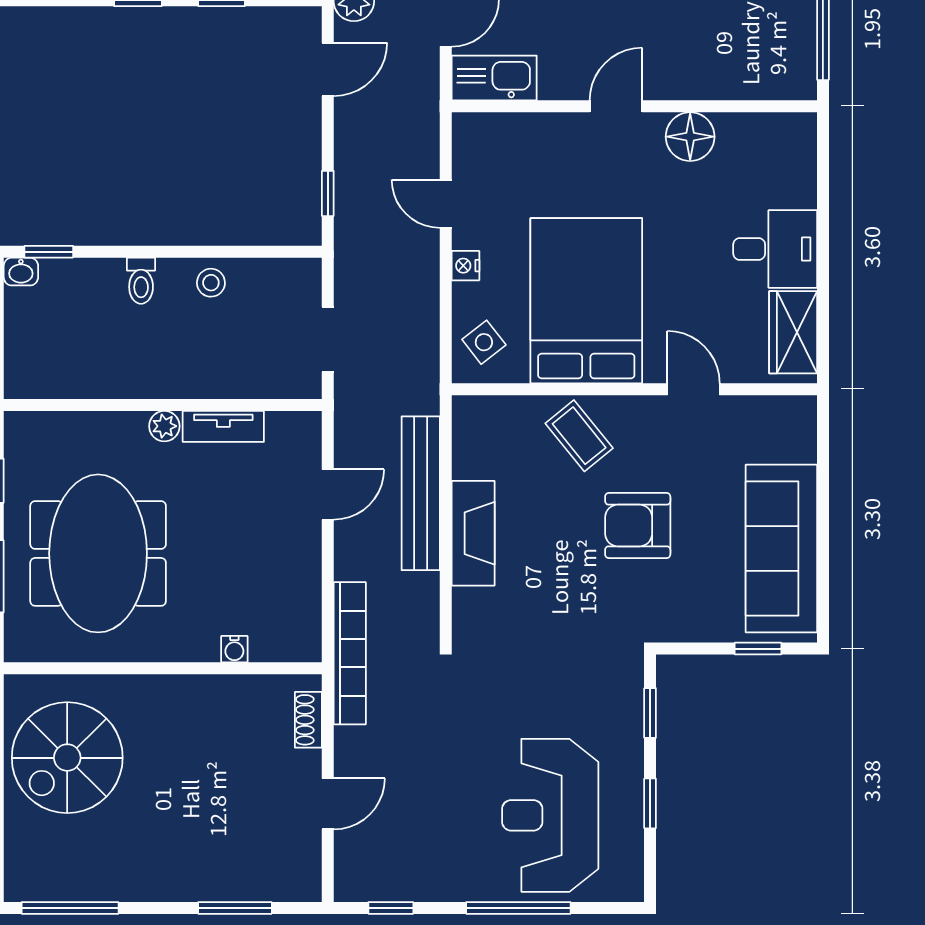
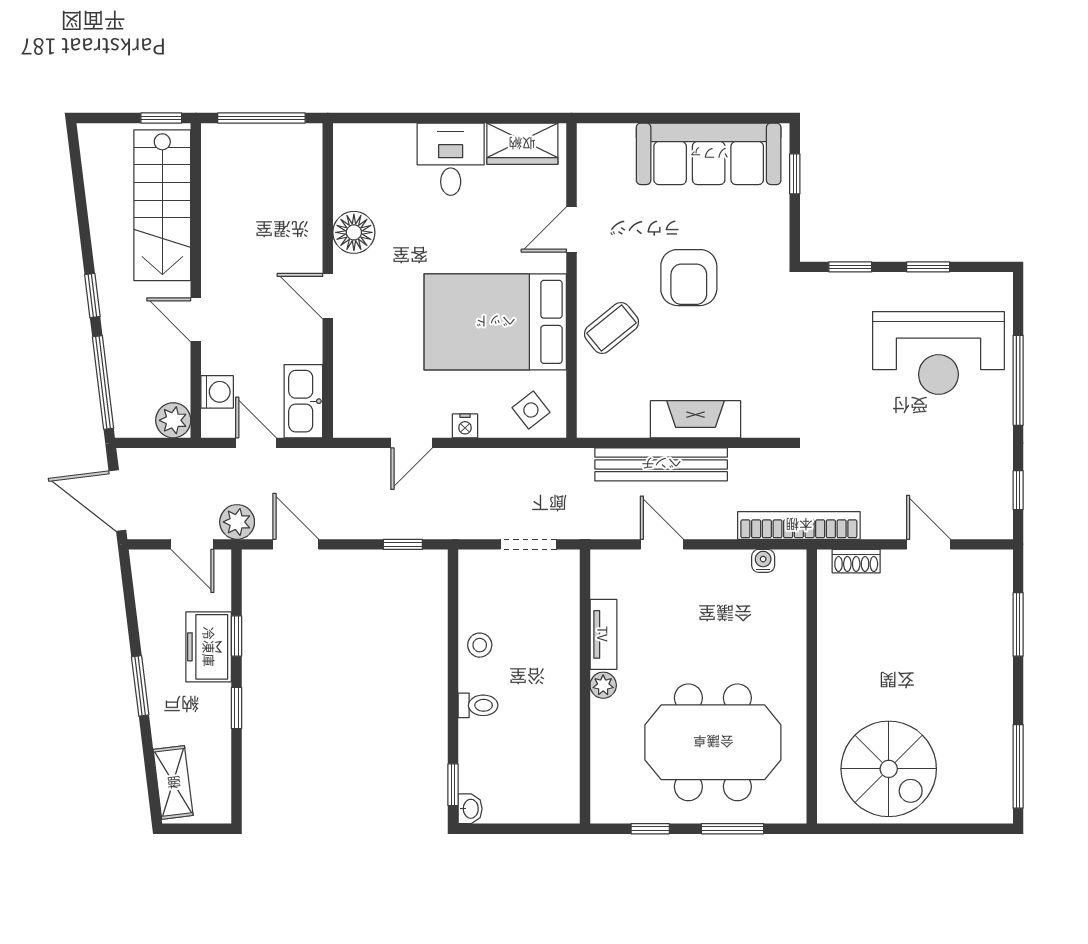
water cooler: (234, 649) -> (763, 561), moved, turned -90

